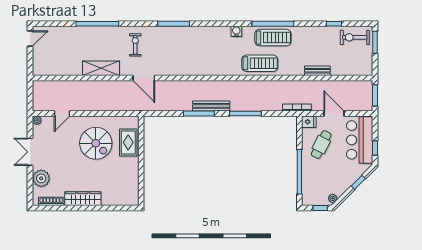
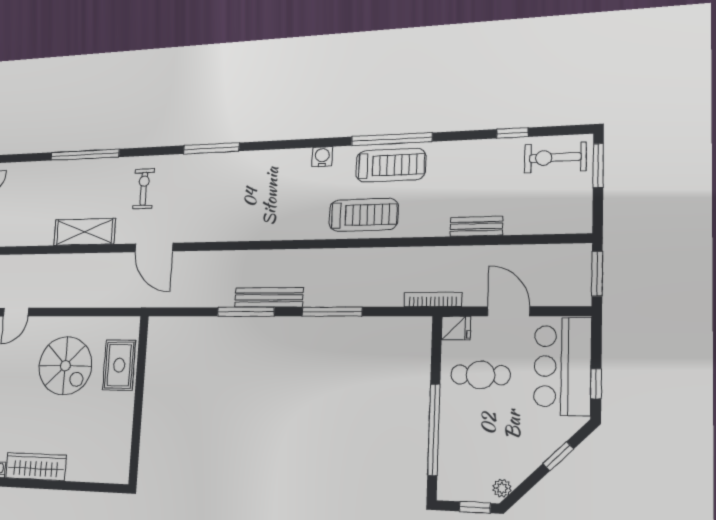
cafe table: (321, 145) -> (481, 375), turned 63

